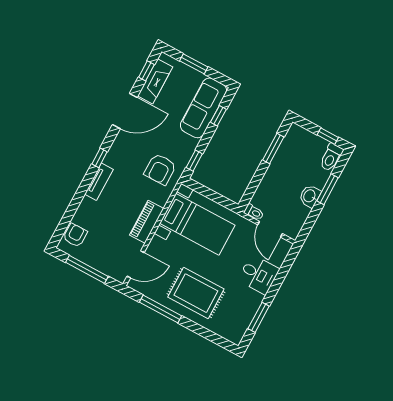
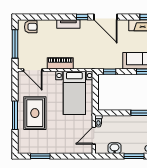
door: (125, 111) -> (105, 17), moved
armchair: (160, 169) -> (94, 55), removed
washbasin: (310, 196) -> (115, 148), moved
desk: (259, 274) -> (65, 143), removed
window: (160, 309) -> (15, 115), moved

